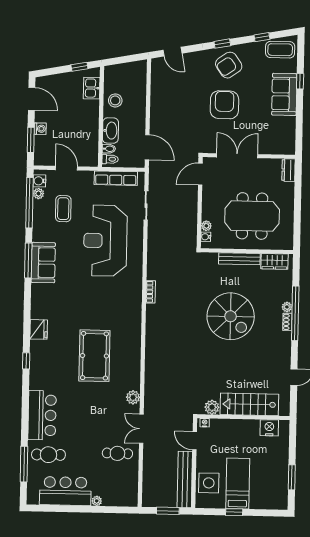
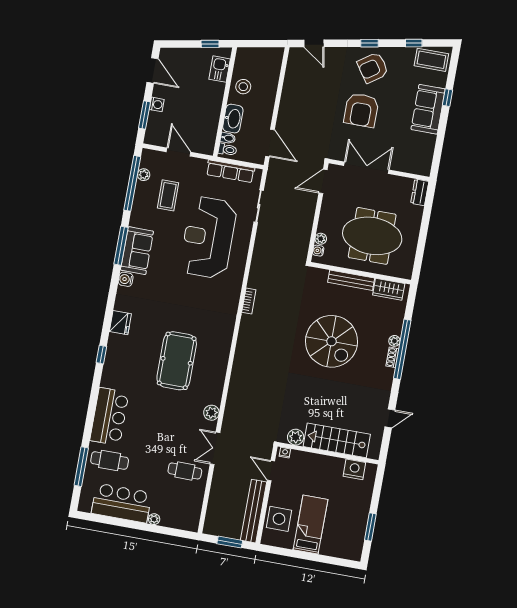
armchair: (224, 105) -> (361, 110), turned 180
water cooler: (39, 181) -> (126, 279), moved
window: (234, 512) -> (302, 555), removed

